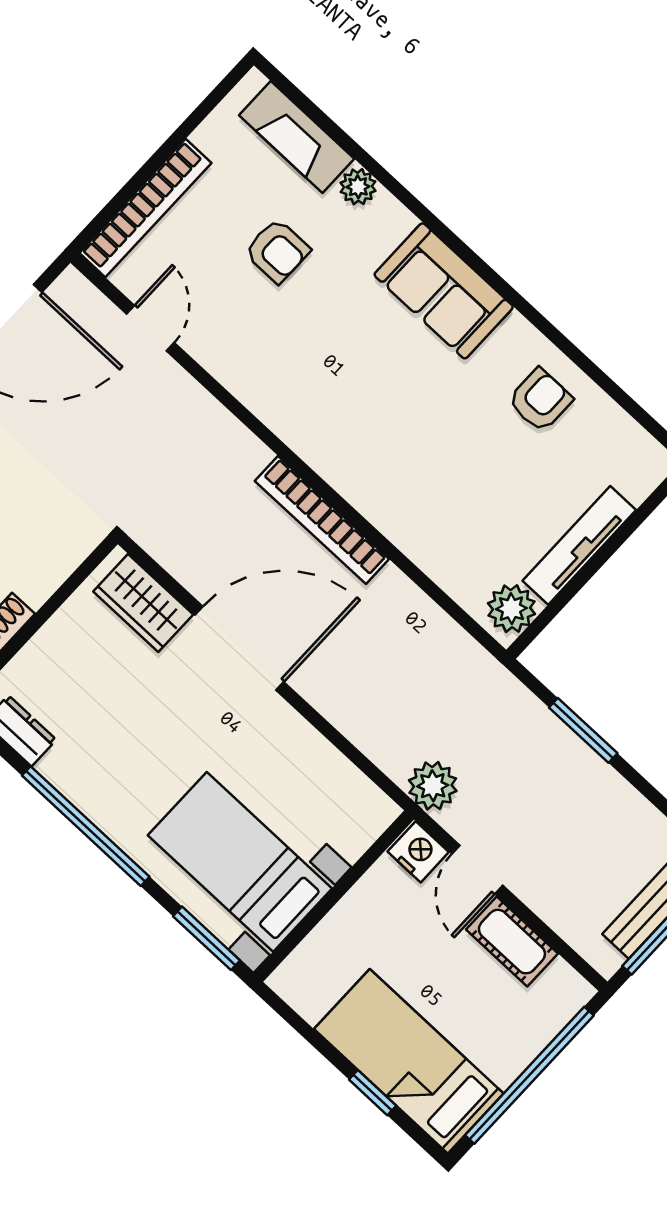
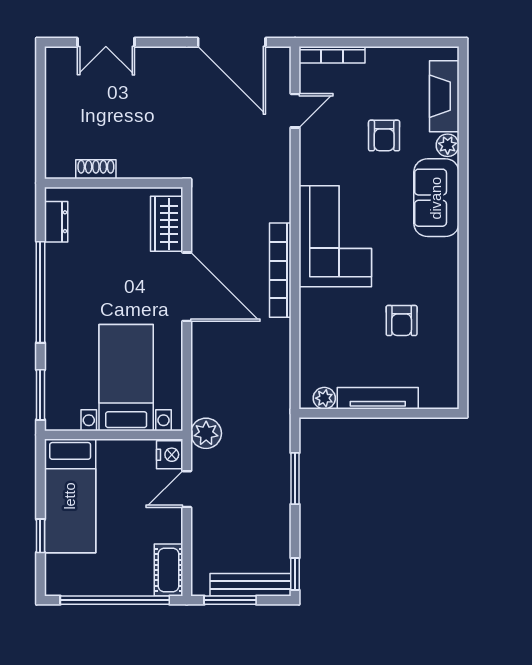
bookcase: (145, 208) -> (332, 55), width x0.68, depth x0.76
sofa: (444, 291) -> (436, 198), moved
armchair: (540, 400) -> (402, 321), moved, turned 90
corner sofa: (342, 418) -> (335, 236), added
plant: (511, 609) -> (324, 398), width x0.73, depth x0.73
bed with nightstands: (240, 862) -> (126, 378), moved
cot: (512, 942) -> (168, 570), moved
bed: (409, 1061) -> (70, 496), moved, turned 180

